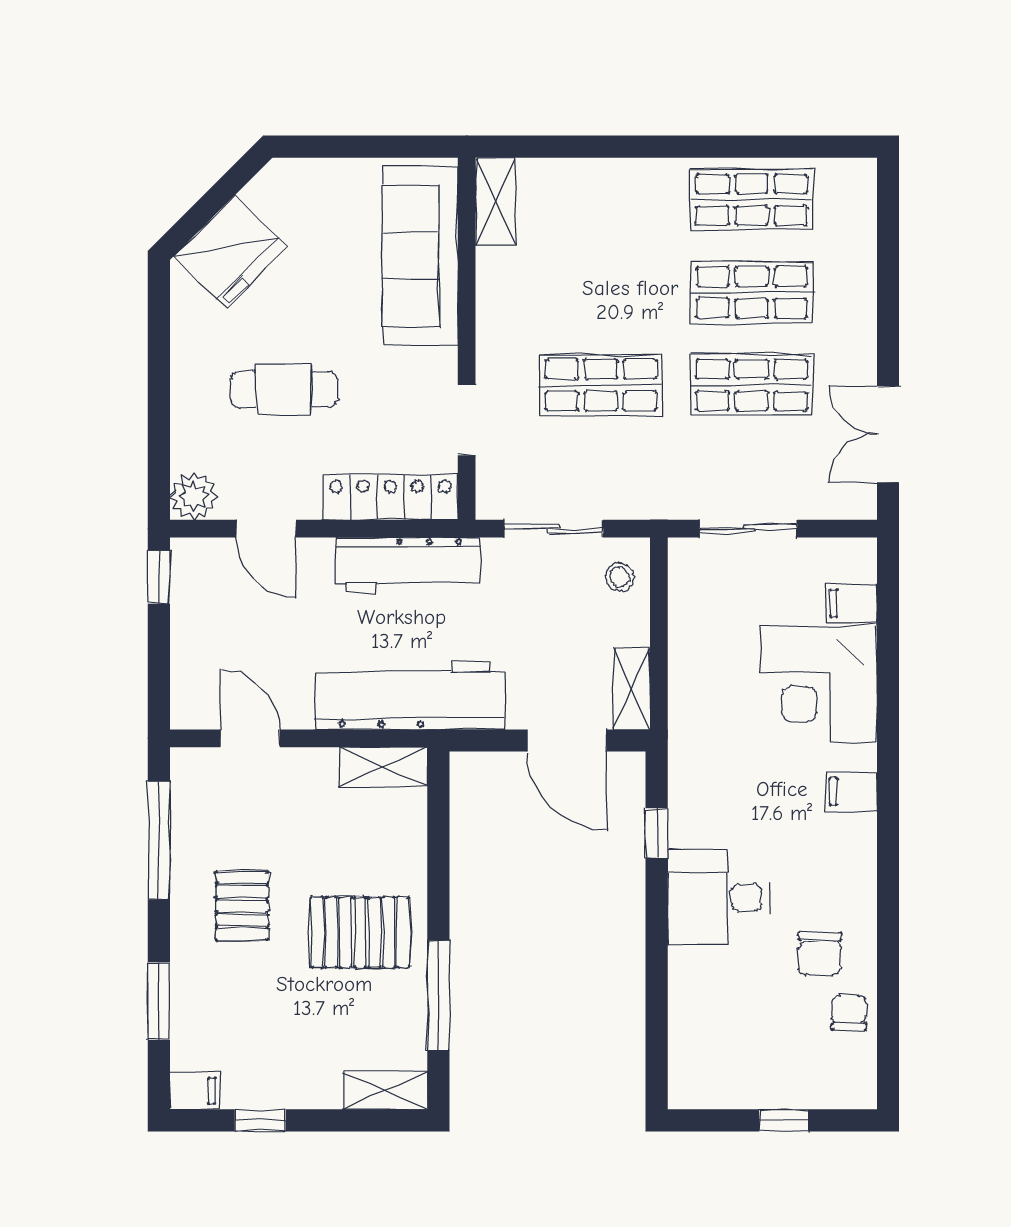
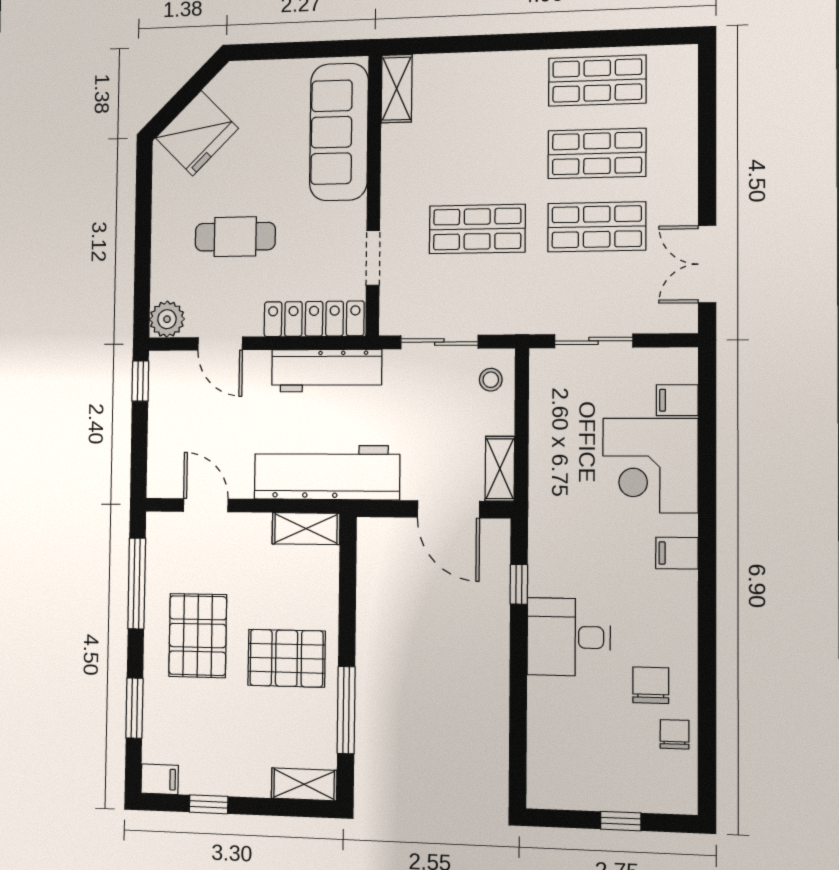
pallet: (242, 906) -> (198, 636), width x1.50, depth x1.42
chair: (820, 954) -> (651, 685), turned 180

